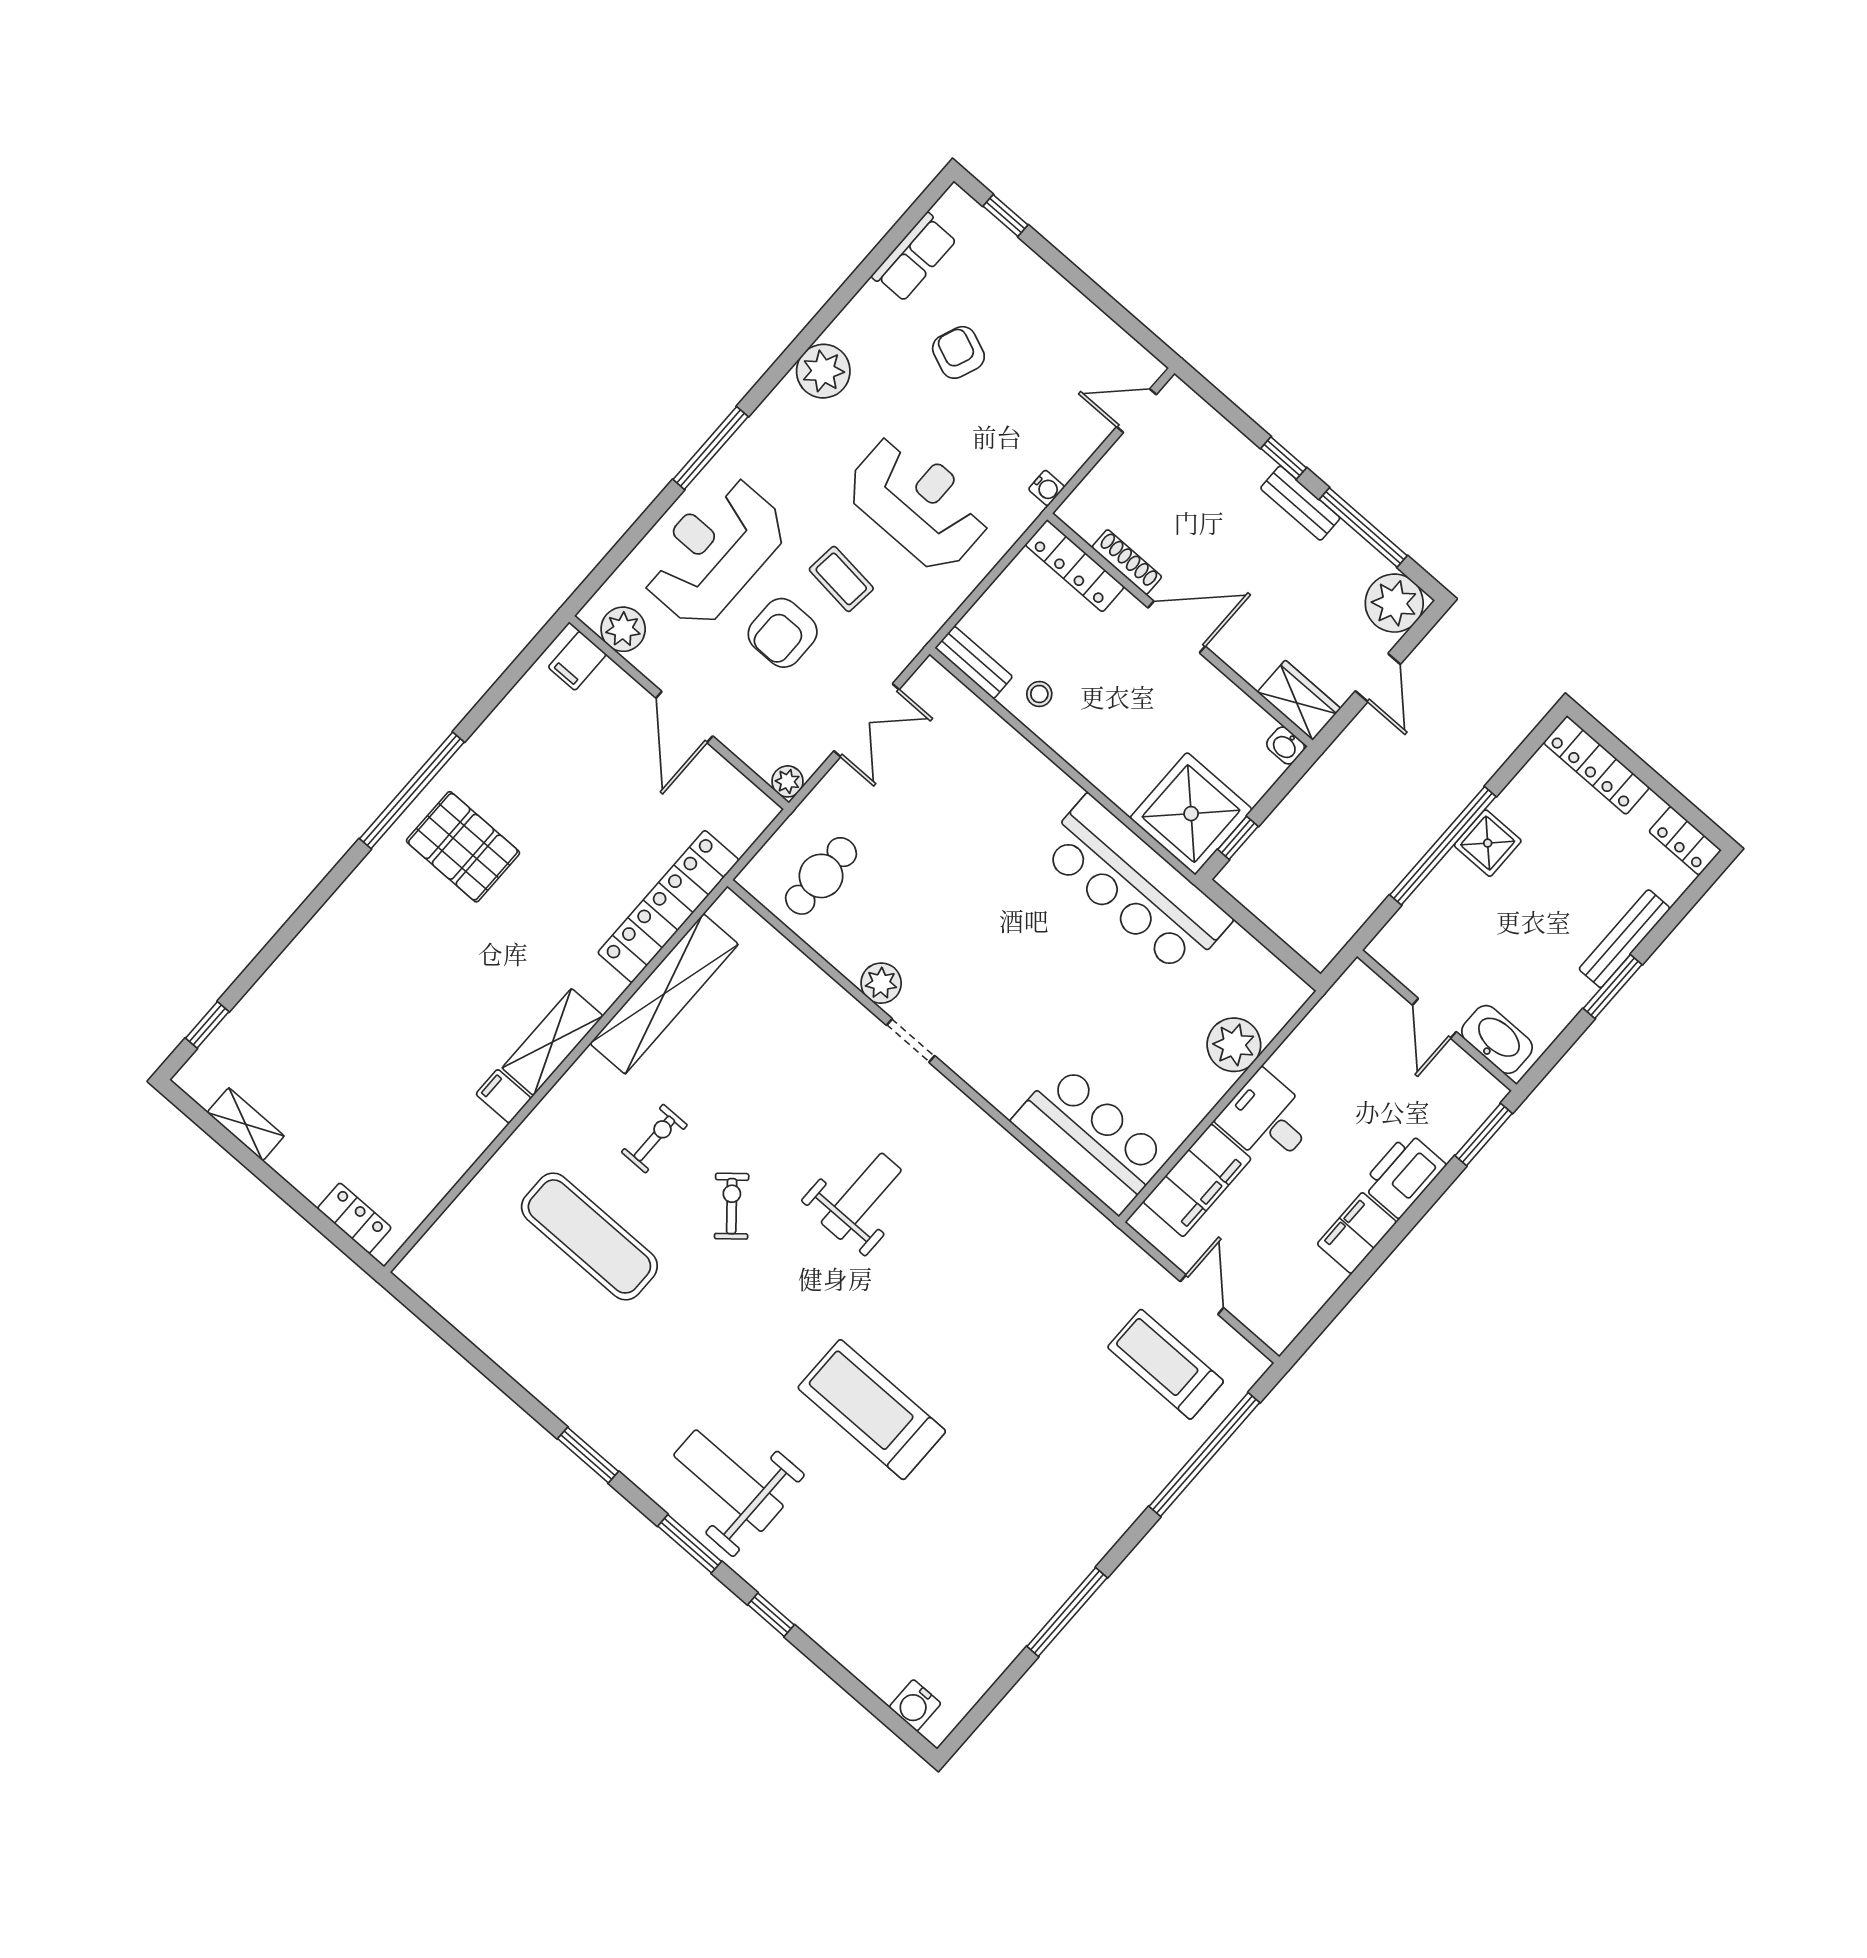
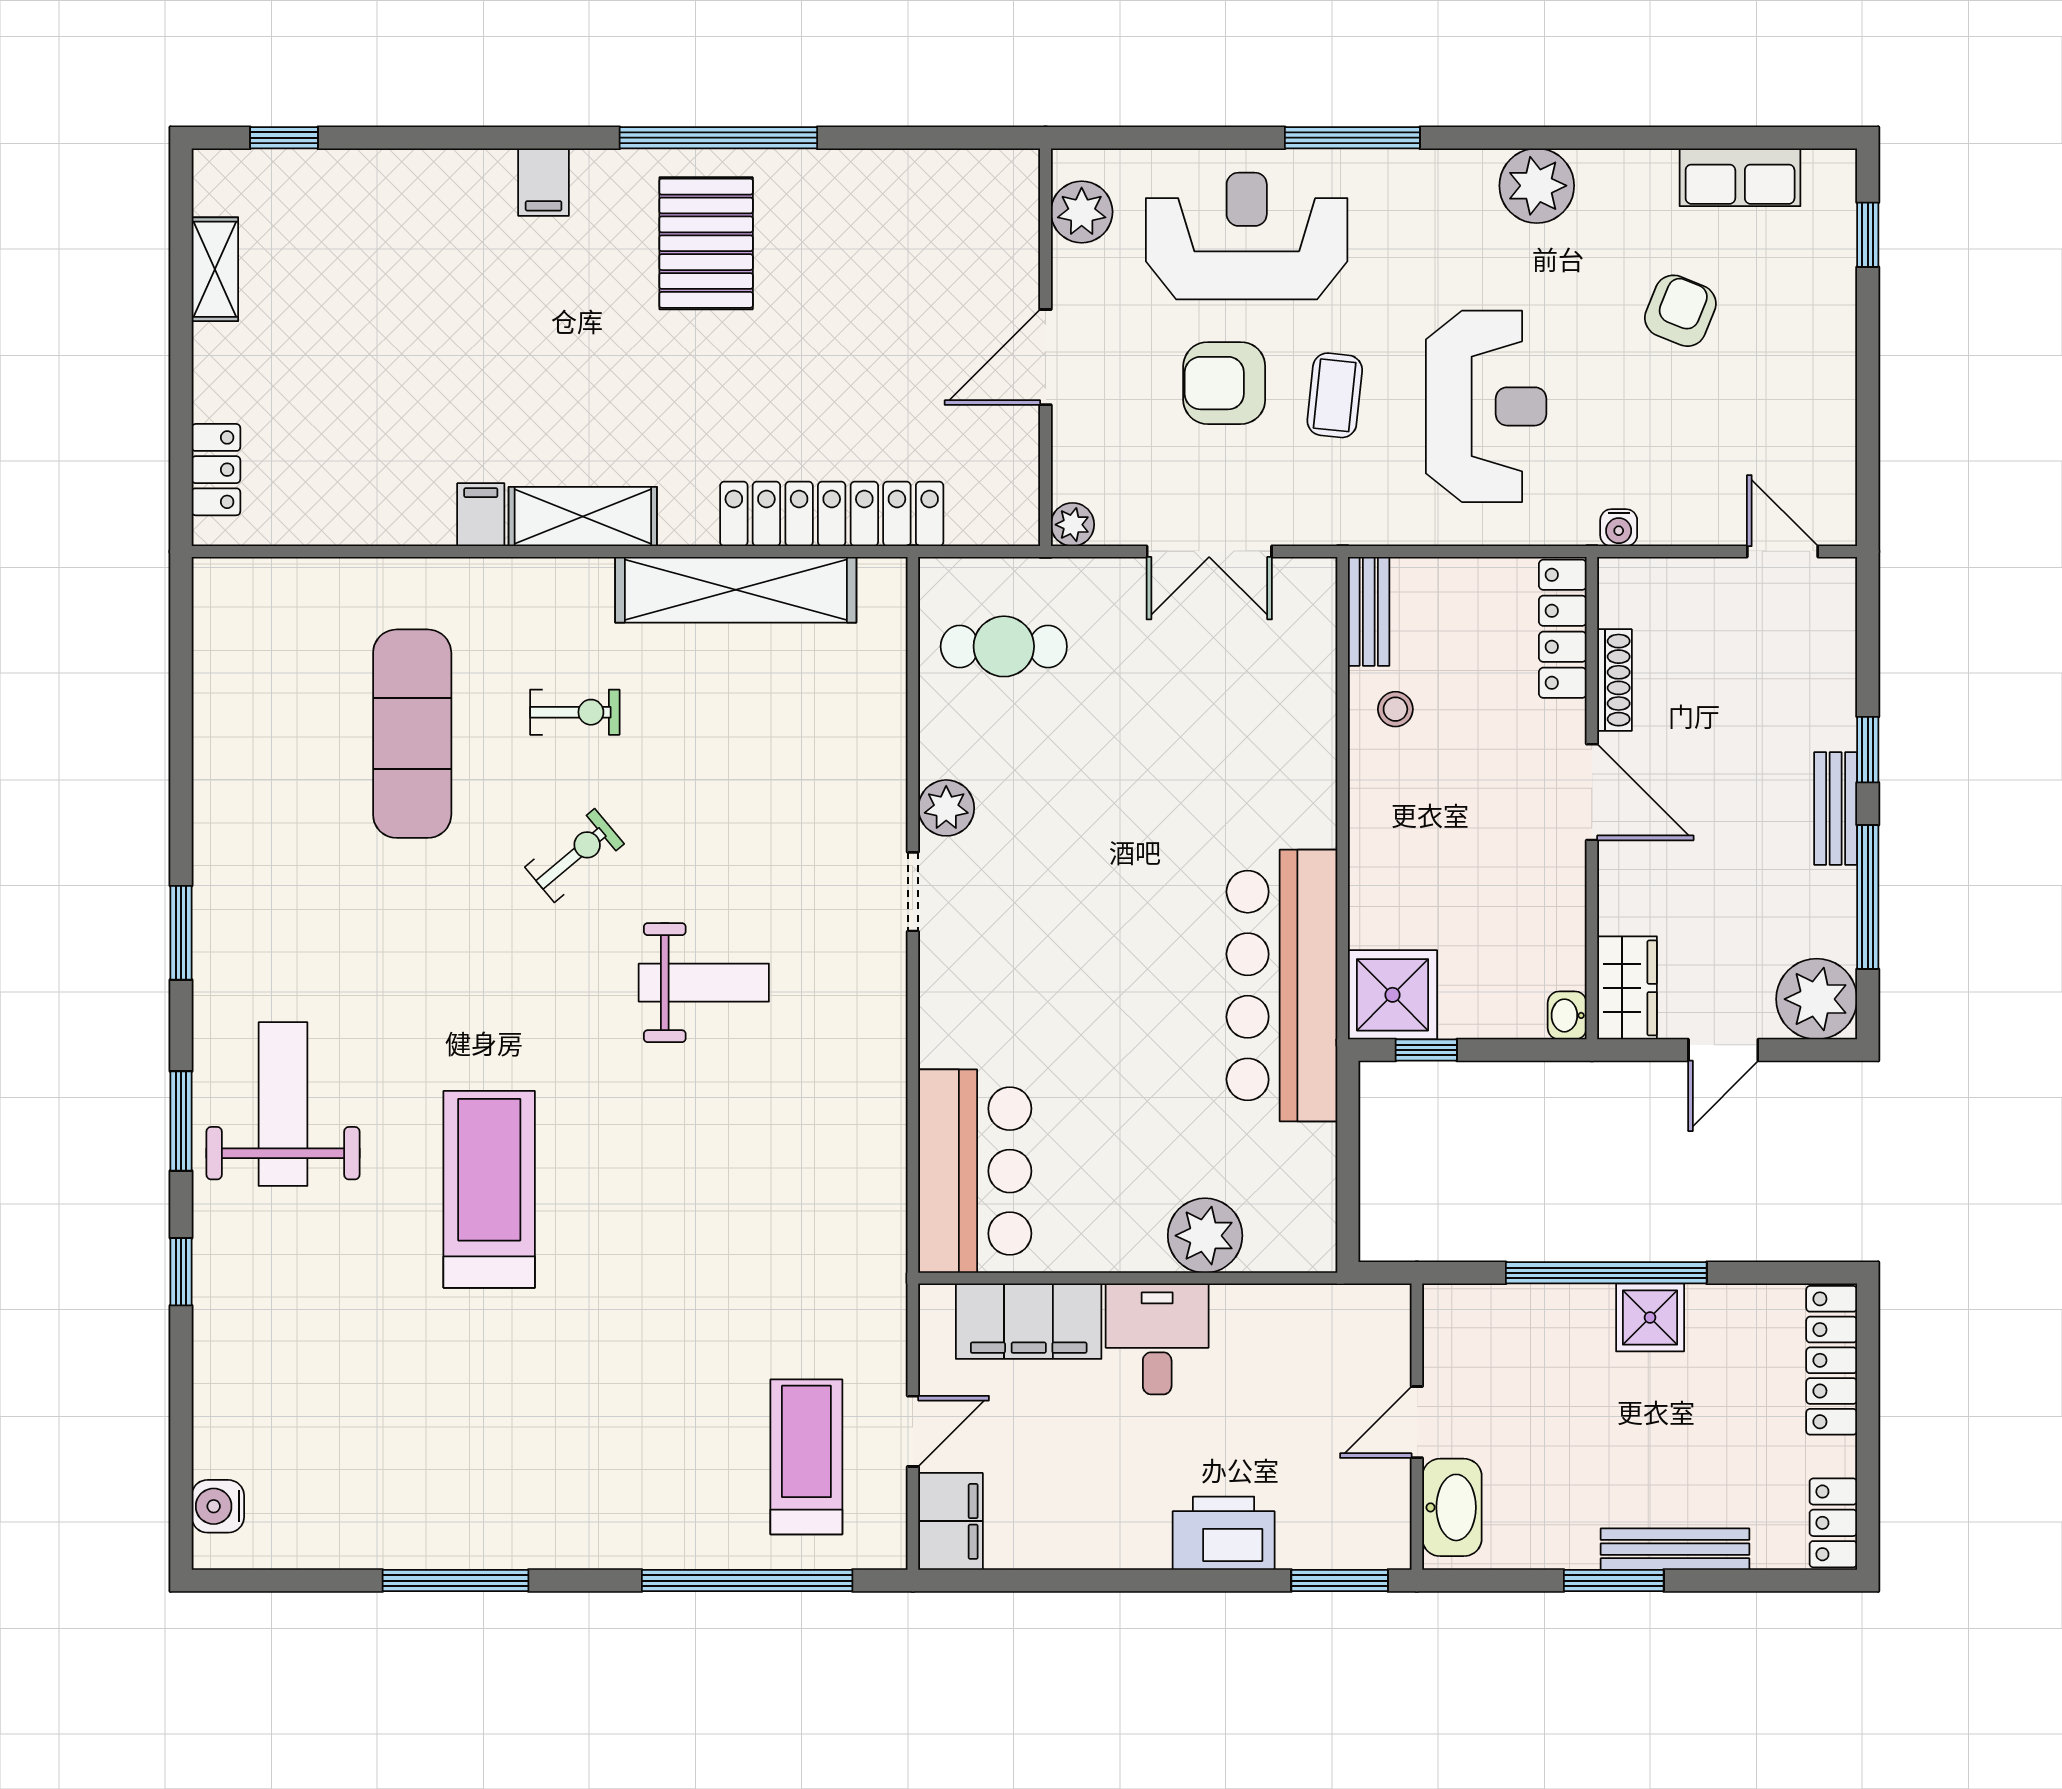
filing cabinet: (577, 661) -> (544, 182), moved, turned -90
shower: (1191, 814) -> (1393, 995), width x0.73, depth x0.73
filing cabinet: (1357, 1233) -> (951, 1521), moved, turned 90

